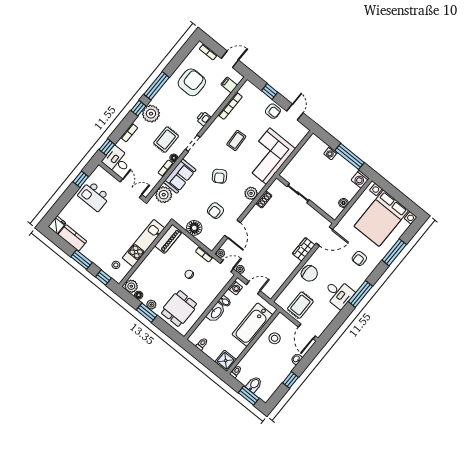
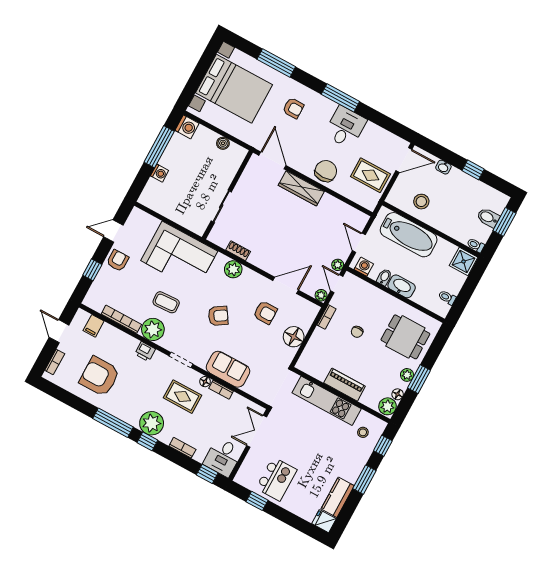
plant: (164, 195) -> (153, 329), moved
piano: (168, 239) -> (345, 385), moved
wardrobe: (304, 249) -> (301, 188), width x1.50

